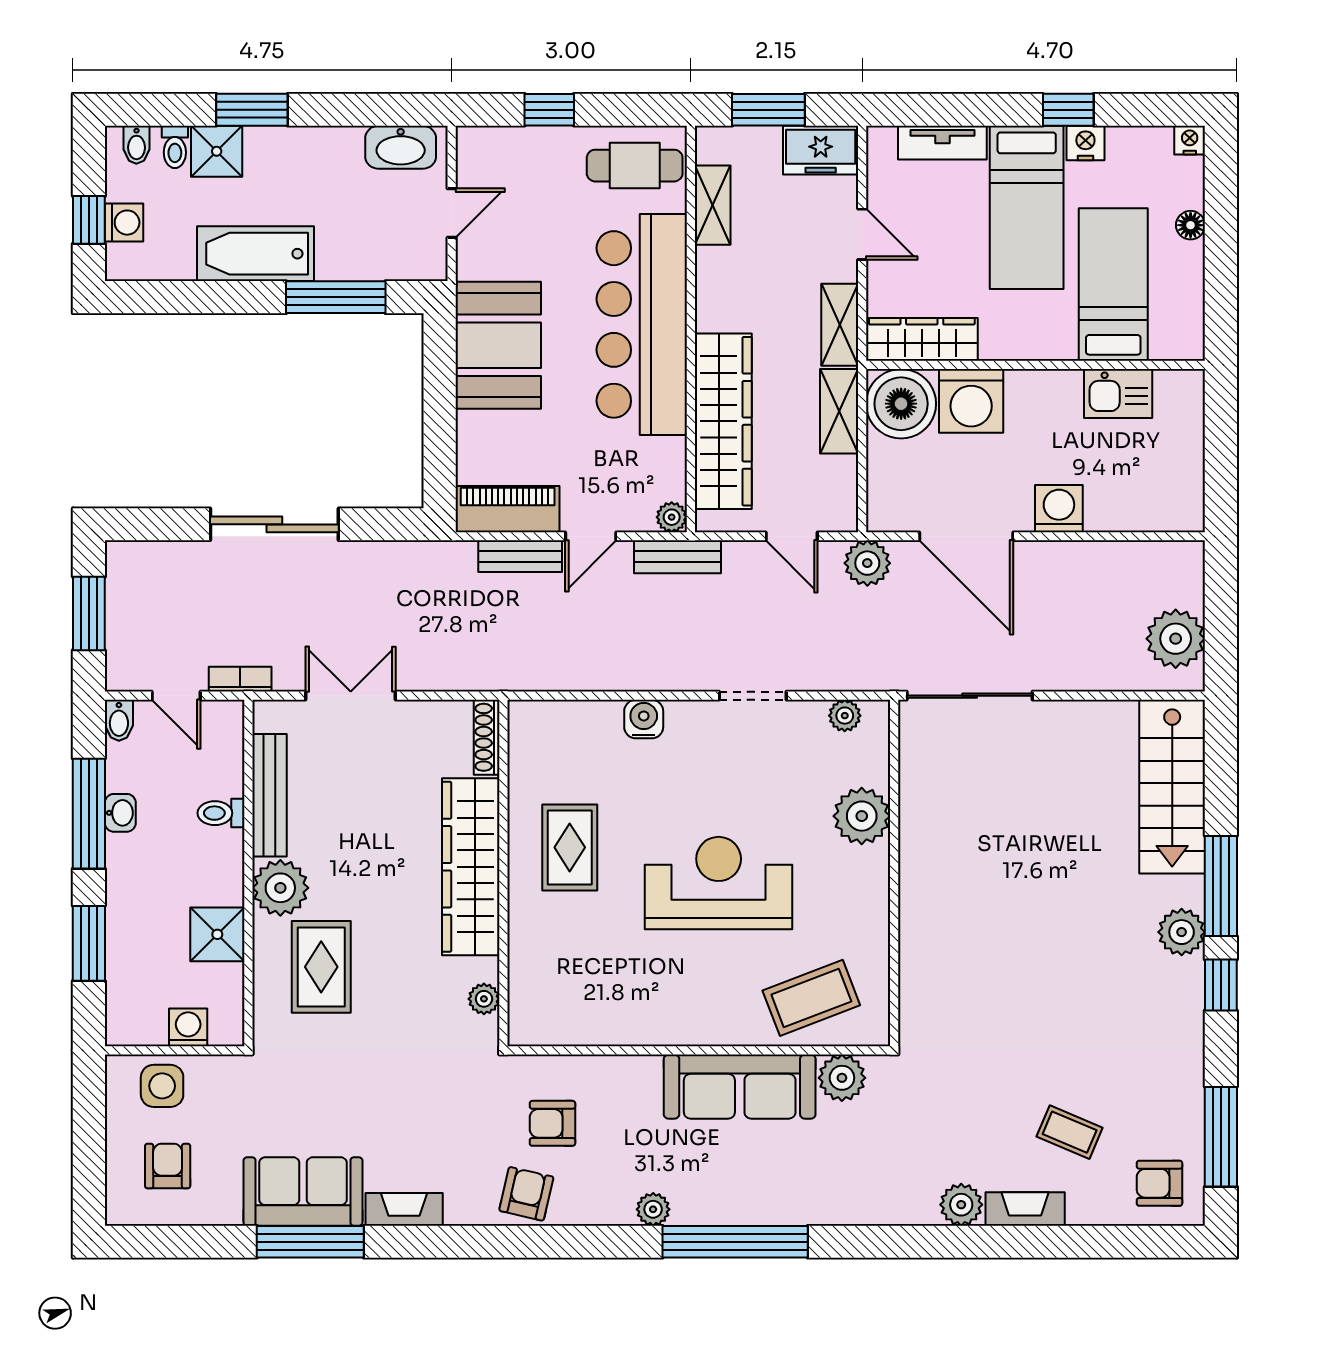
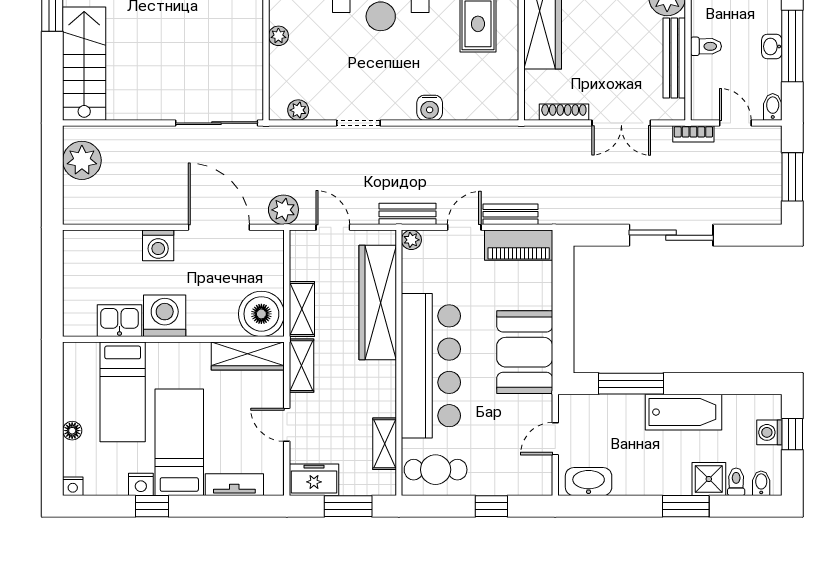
washing machine: (971, 401) -> (165, 316), moved
shoe rack: (487, 737) -> (564, 112), moved, turned -90
plant: (862, 816) -> (278, 36), width x0.53, depth x0.53

